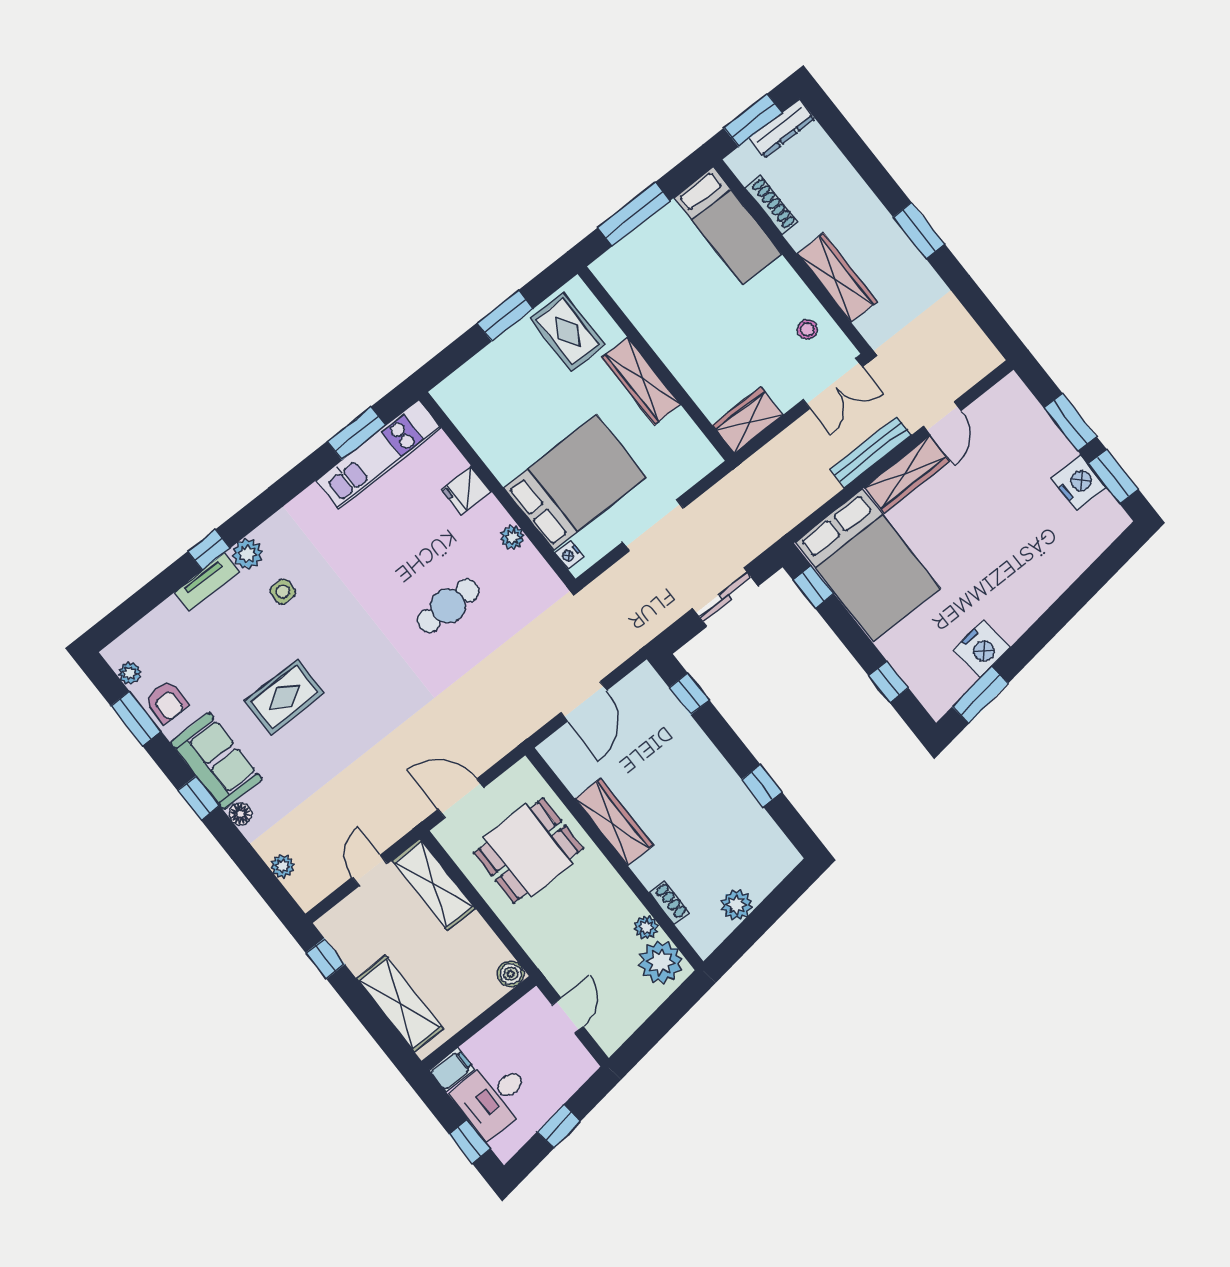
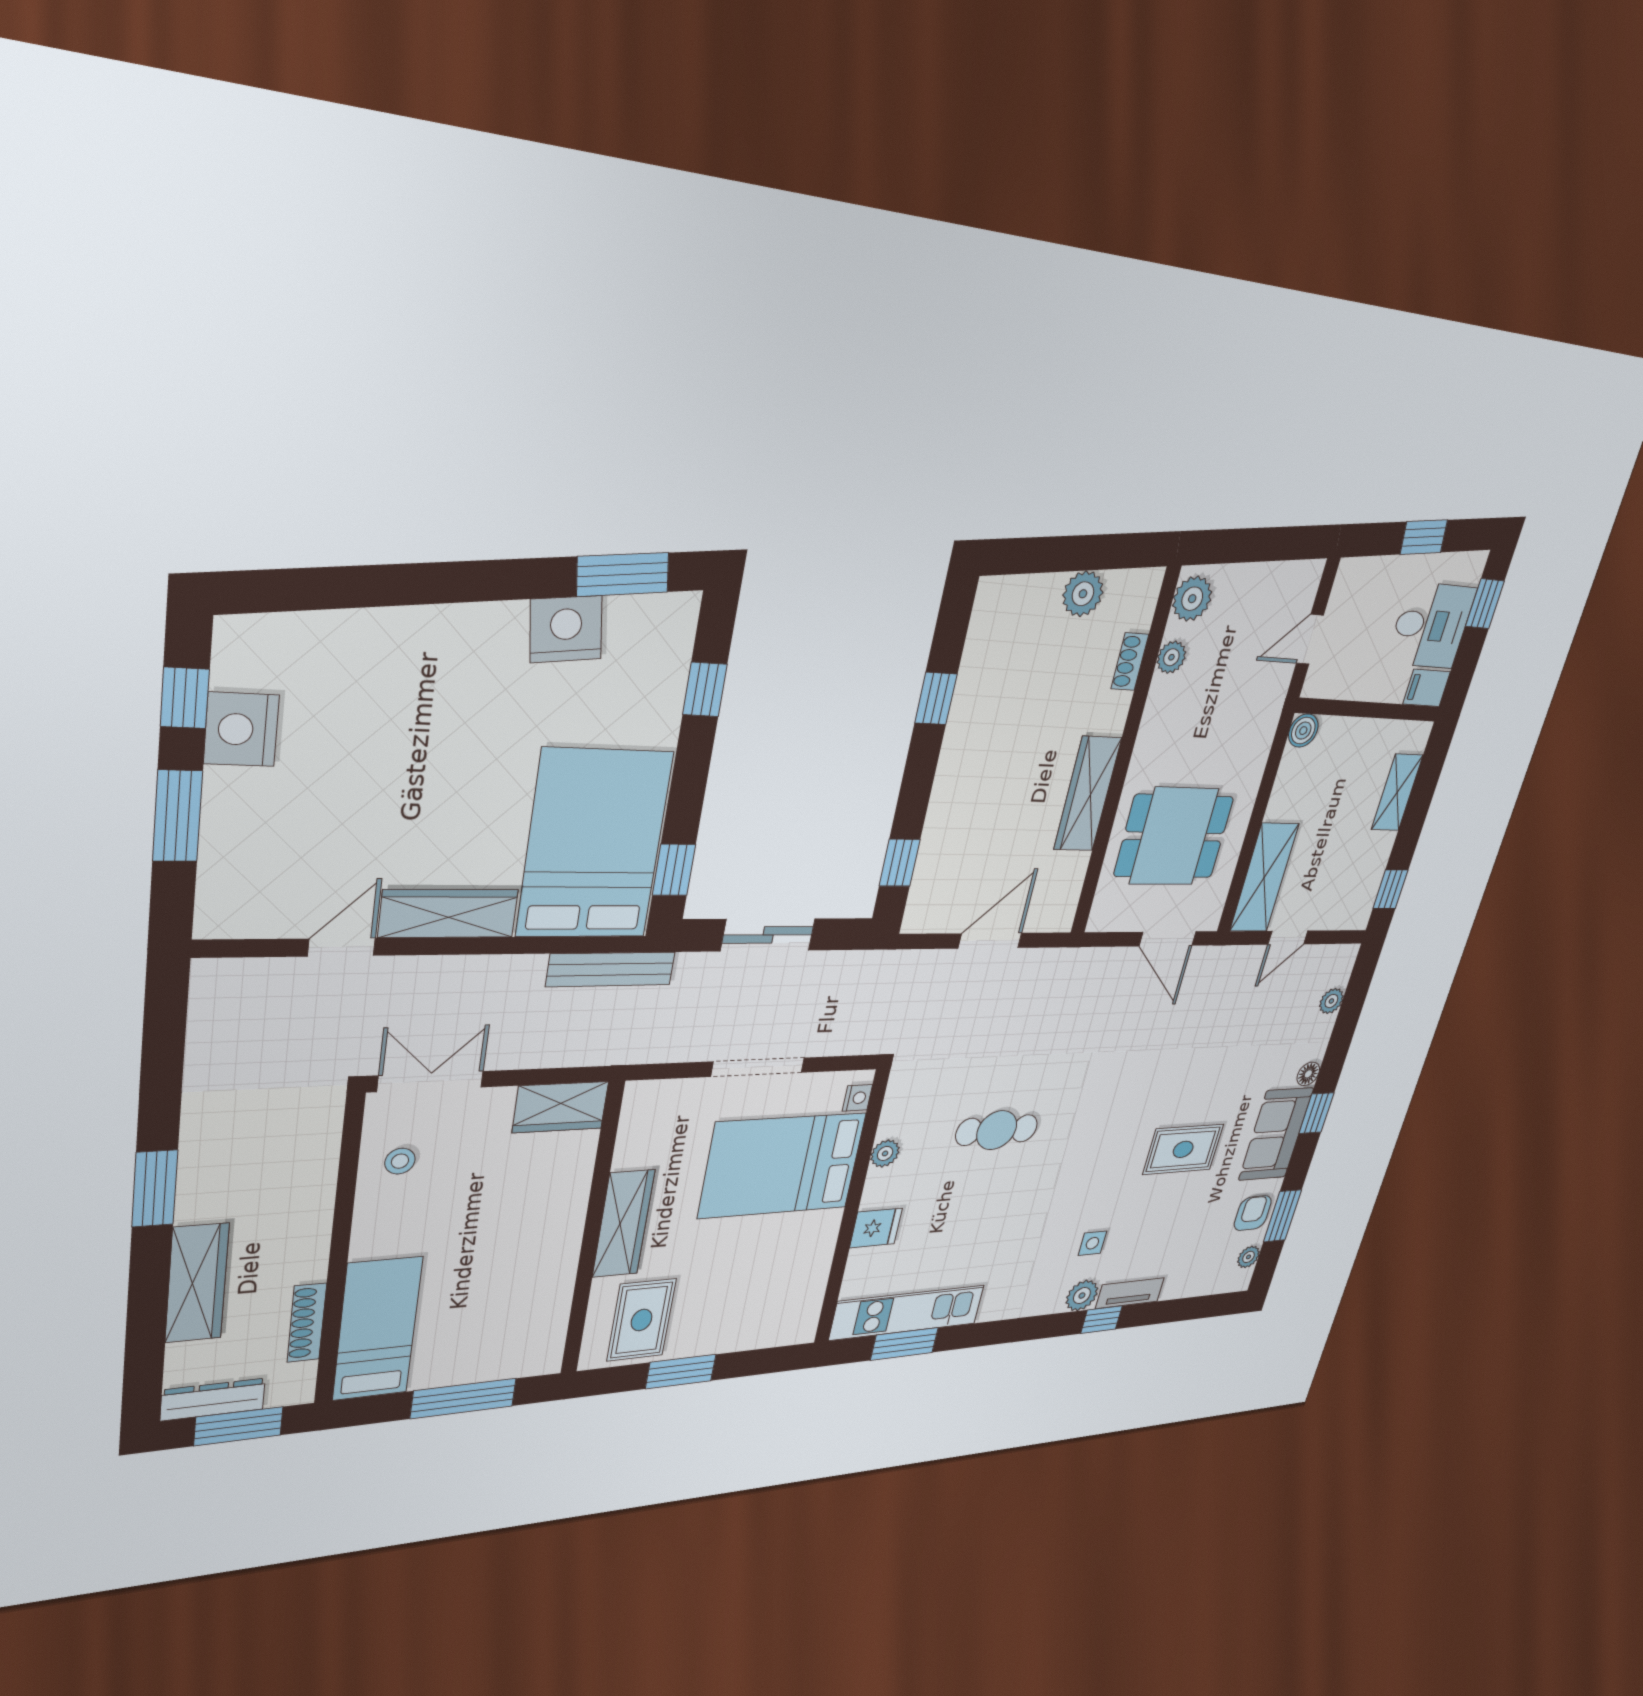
wardrobe: (837, 278) -> (197, 1283), moved, turned 180
bench: (871, 452) -> (611, 969), moved
window: (1113, 477) -> (185, 698), width x0.67
plant: (661, 962) -> (1192, 599), width x0.73, depth x0.73
shelving: (400, 1003) -> (1397, 792), width x0.67, depth x0.75

